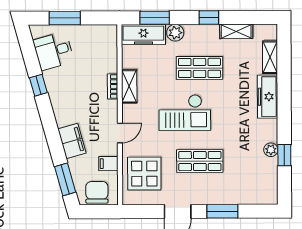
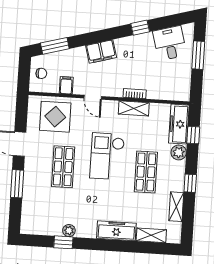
window: (155, 18) -> (193, 135), width x0.67
filing cabinet: (72, 141) -> (101, 51), moved
chair: (97, 192) -> (41, 73), width x0.54, depth x0.54

